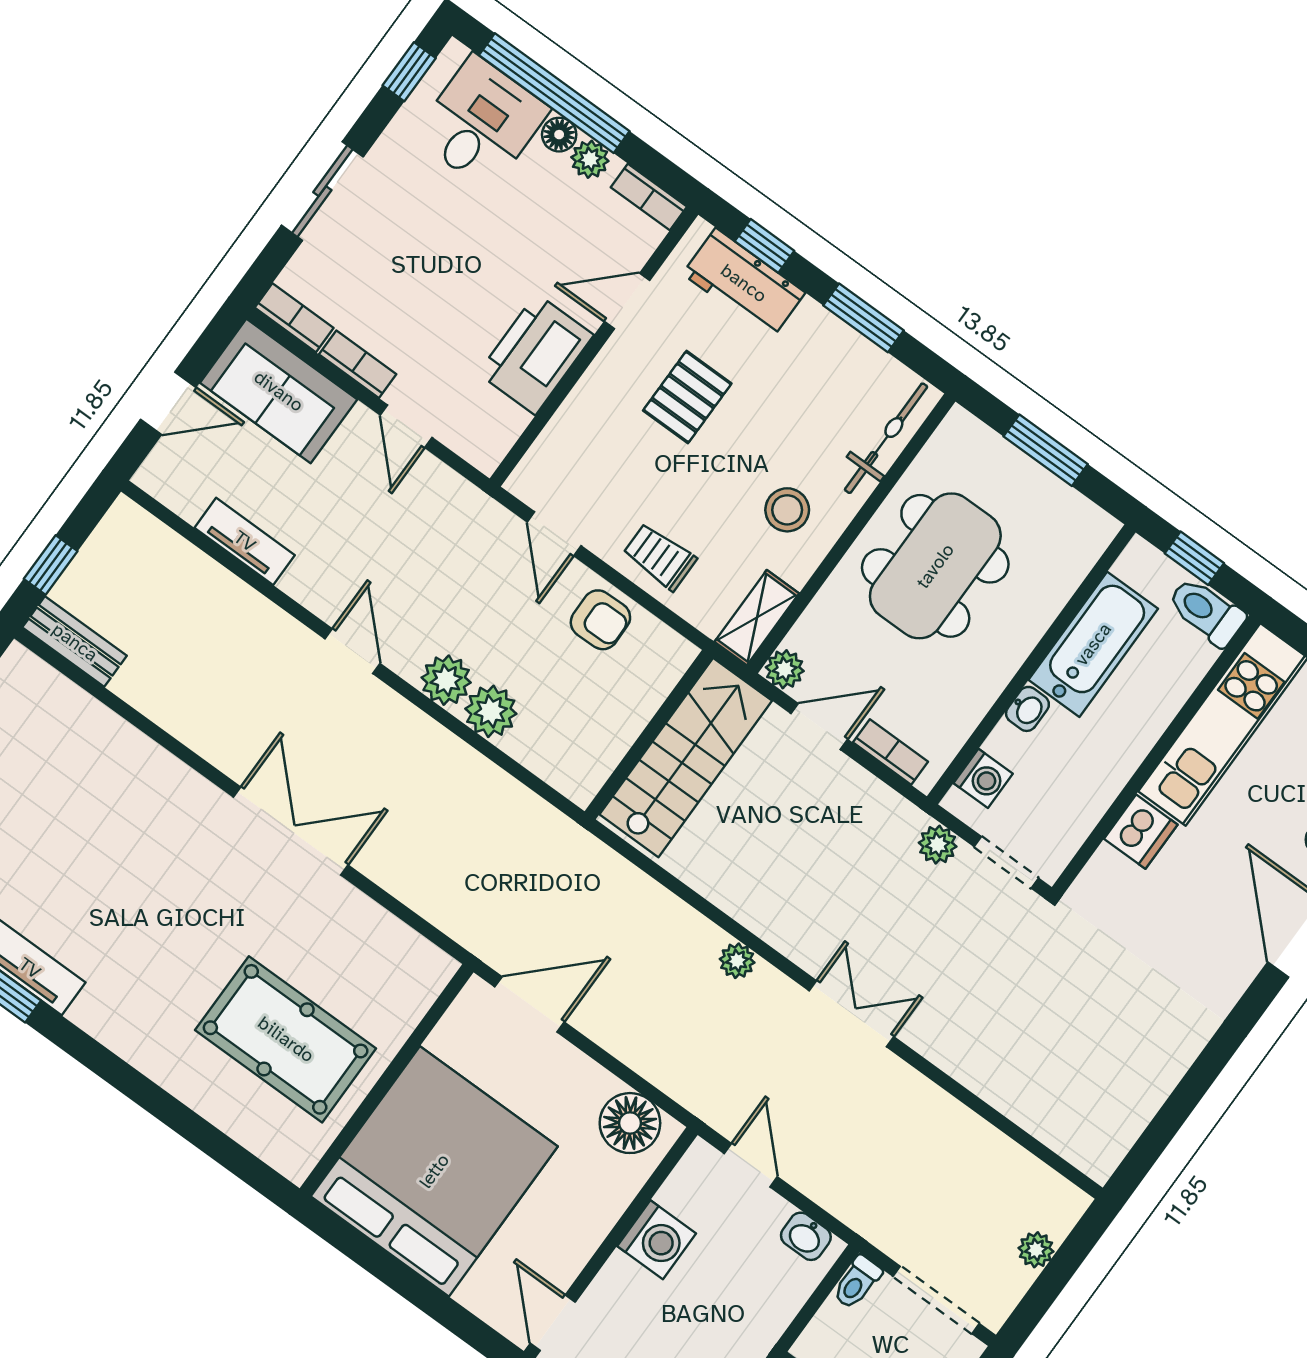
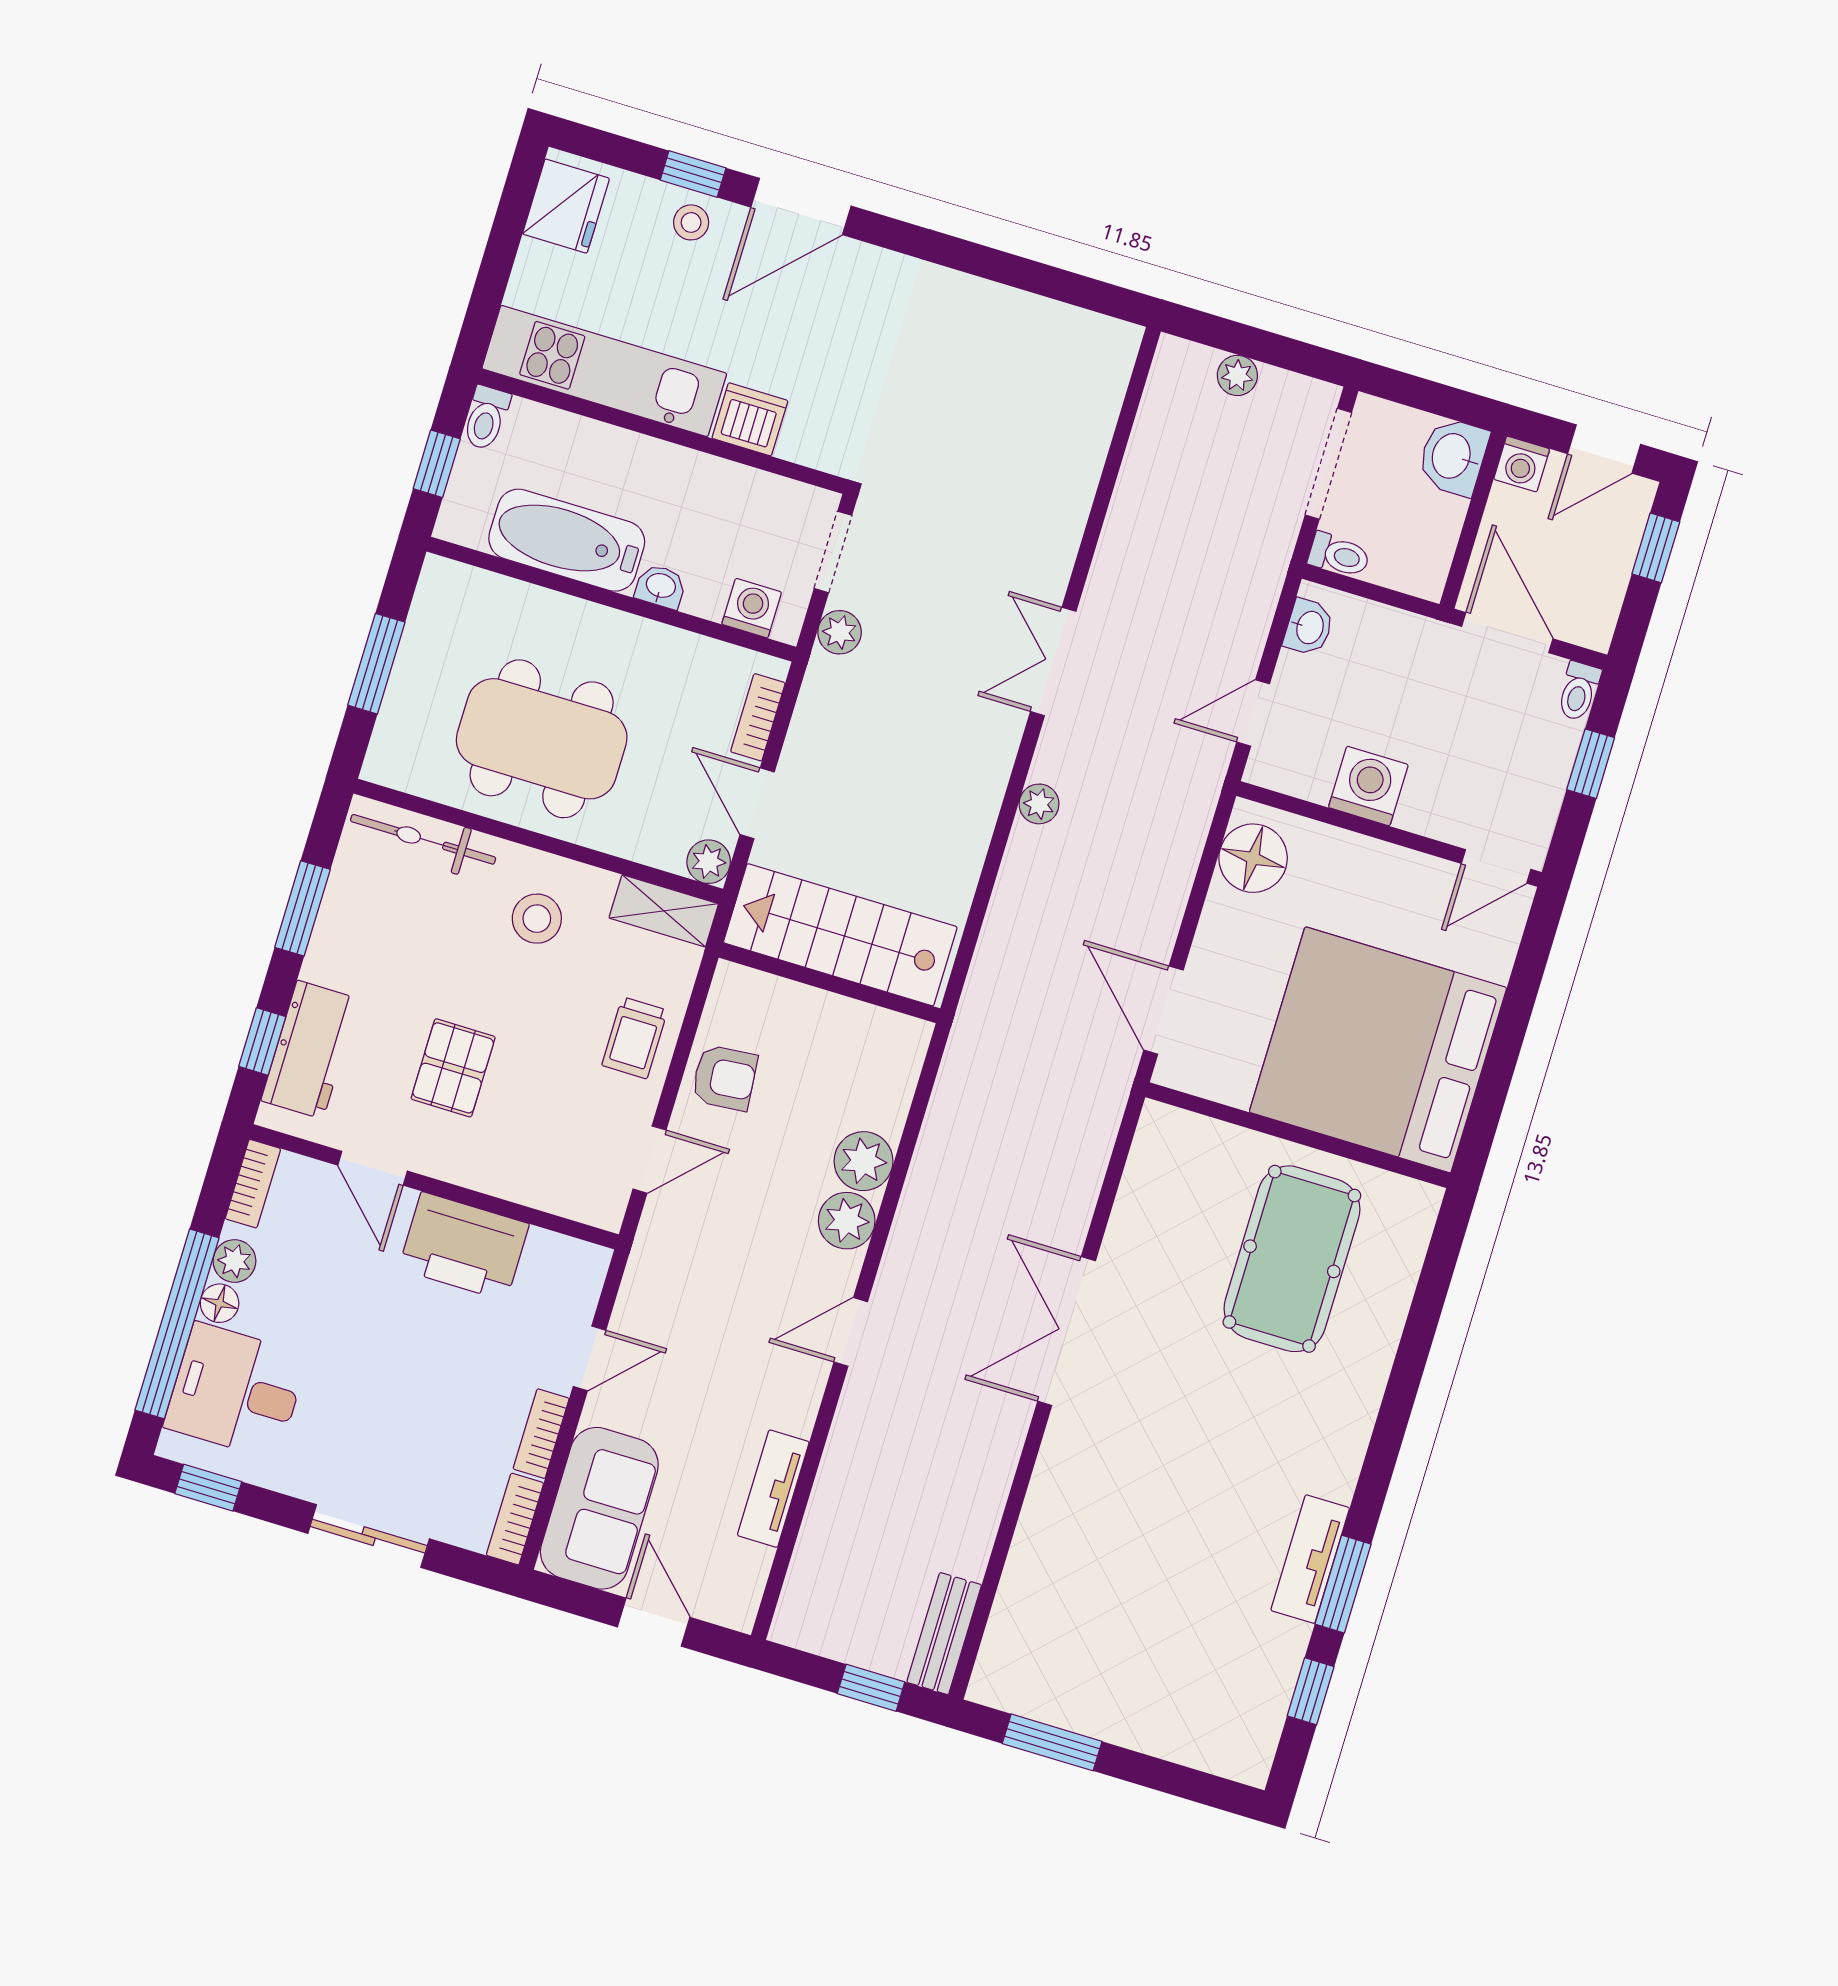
pallet: (687, 397) -> (453, 1068), turned 90
toilet: (1206, 612) -> (486, 418), width x0.73, depth x0.72
armchair: (600, 620) -> (724, 1078), turned 86

